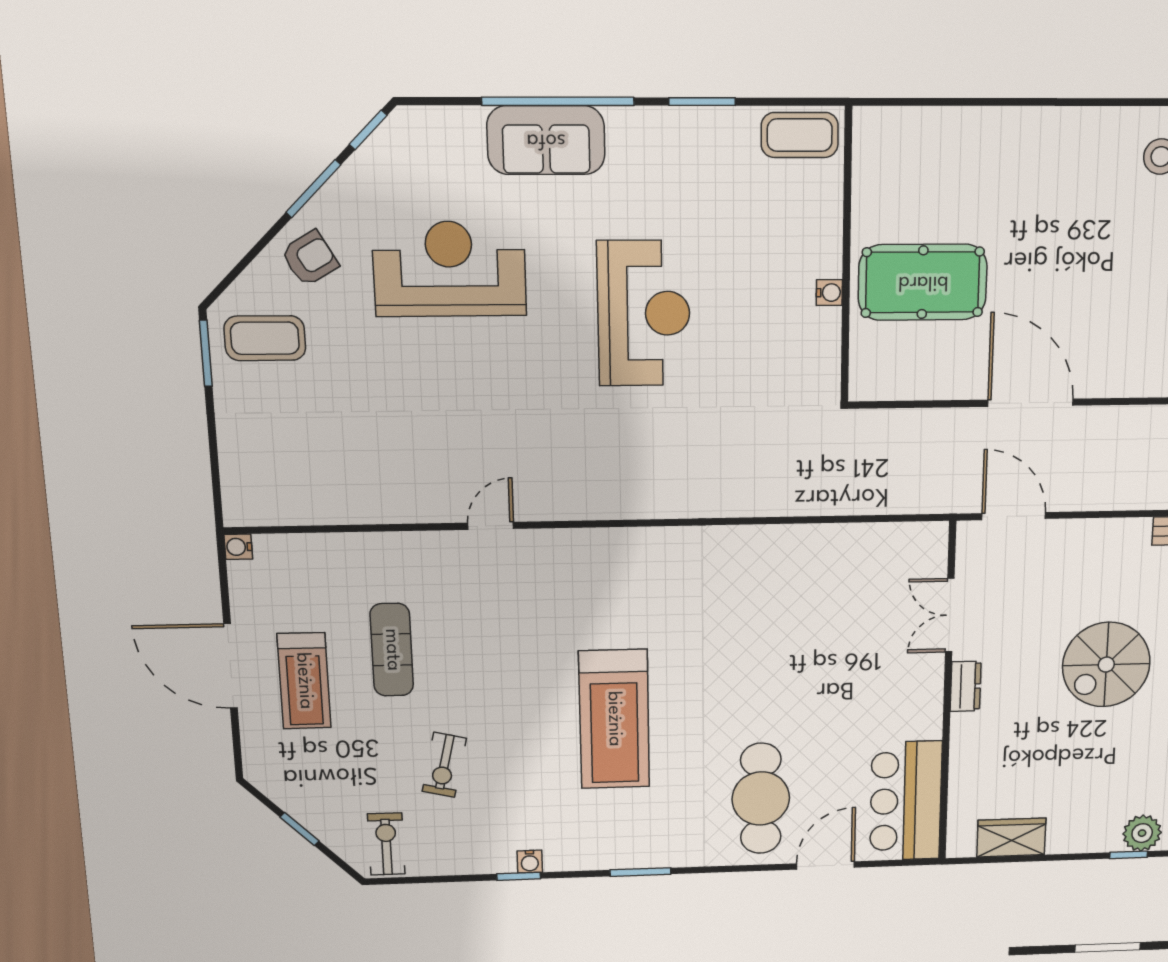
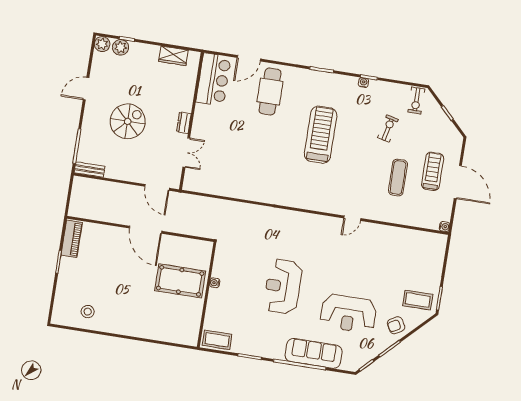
sofa: (546, 140) -> (314, 353), width x1.36

